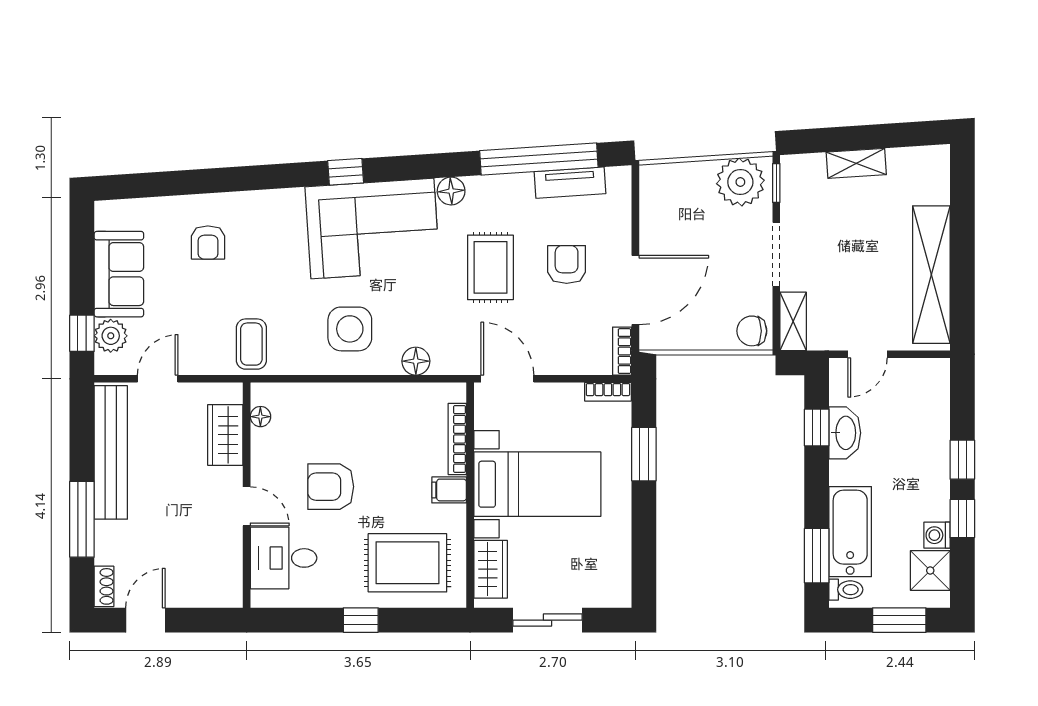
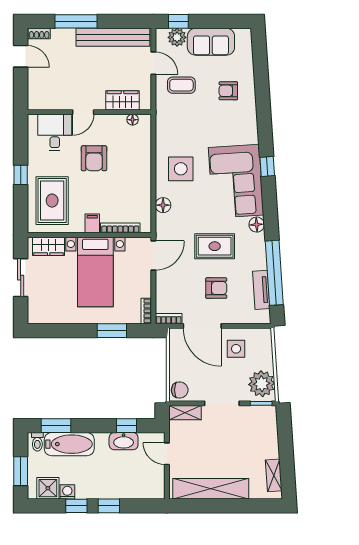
shelving: (856, 163) -> (274, 475), moved
side table: (677, 229) -> (236, 349), added
chair: (752, 331) -> (180, 390), turned 90
coffee table: (251, 344) -> (181, 85), moved
armchair: (331, 487) -> (94, 158), turned 180

